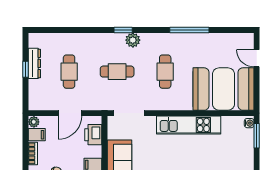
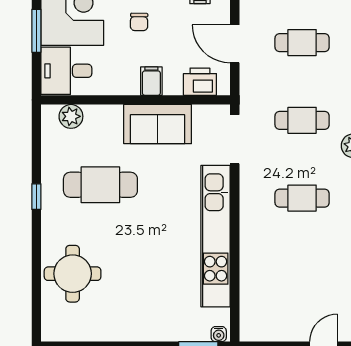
cafe table: (117, 72) -> (302, 120), turned 90
booth: (223, 89) -> (274, 293), removed
kitchen unit: (189, 125) -> (216, 236), width x1.36

